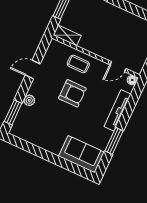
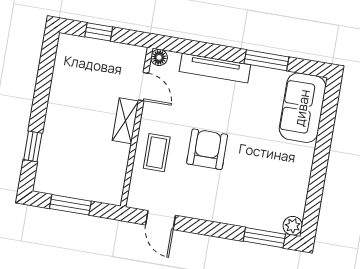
shelving: (67, 35) -> (125, 121), moved
door: (33, 70) -> (161, 220), moved
plant: (29, 100) -> (293, 226), moved

